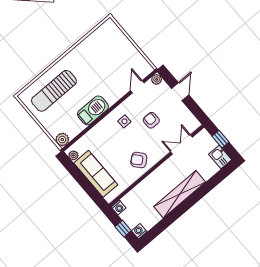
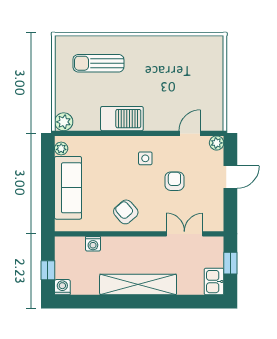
sun lounger: (54, 91) -> (98, 63), width x0.73, depth x0.75
washing machine: (119, 207) -> (93, 244), moved

